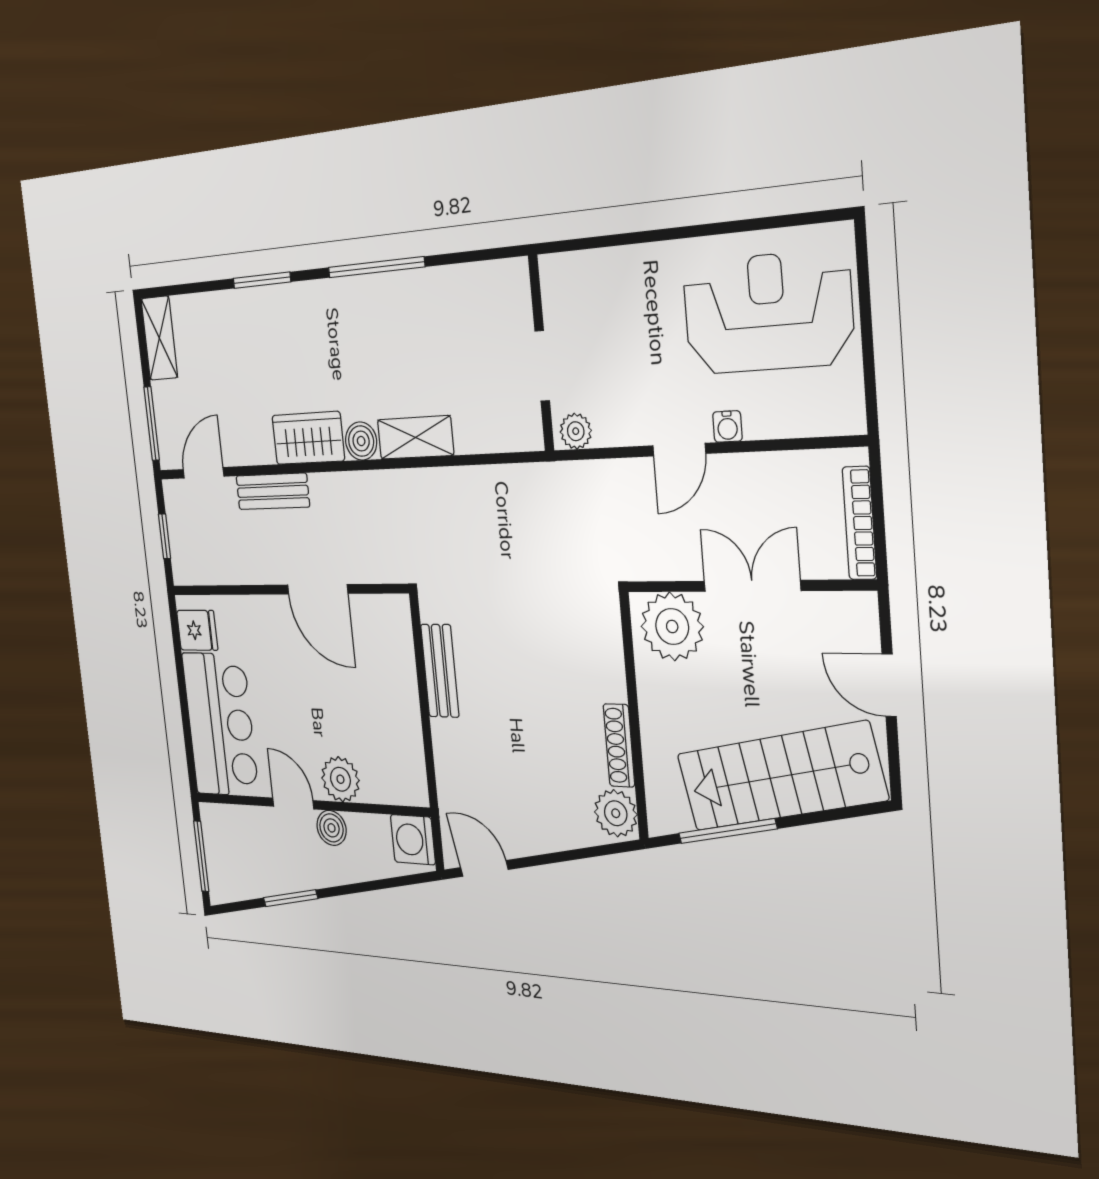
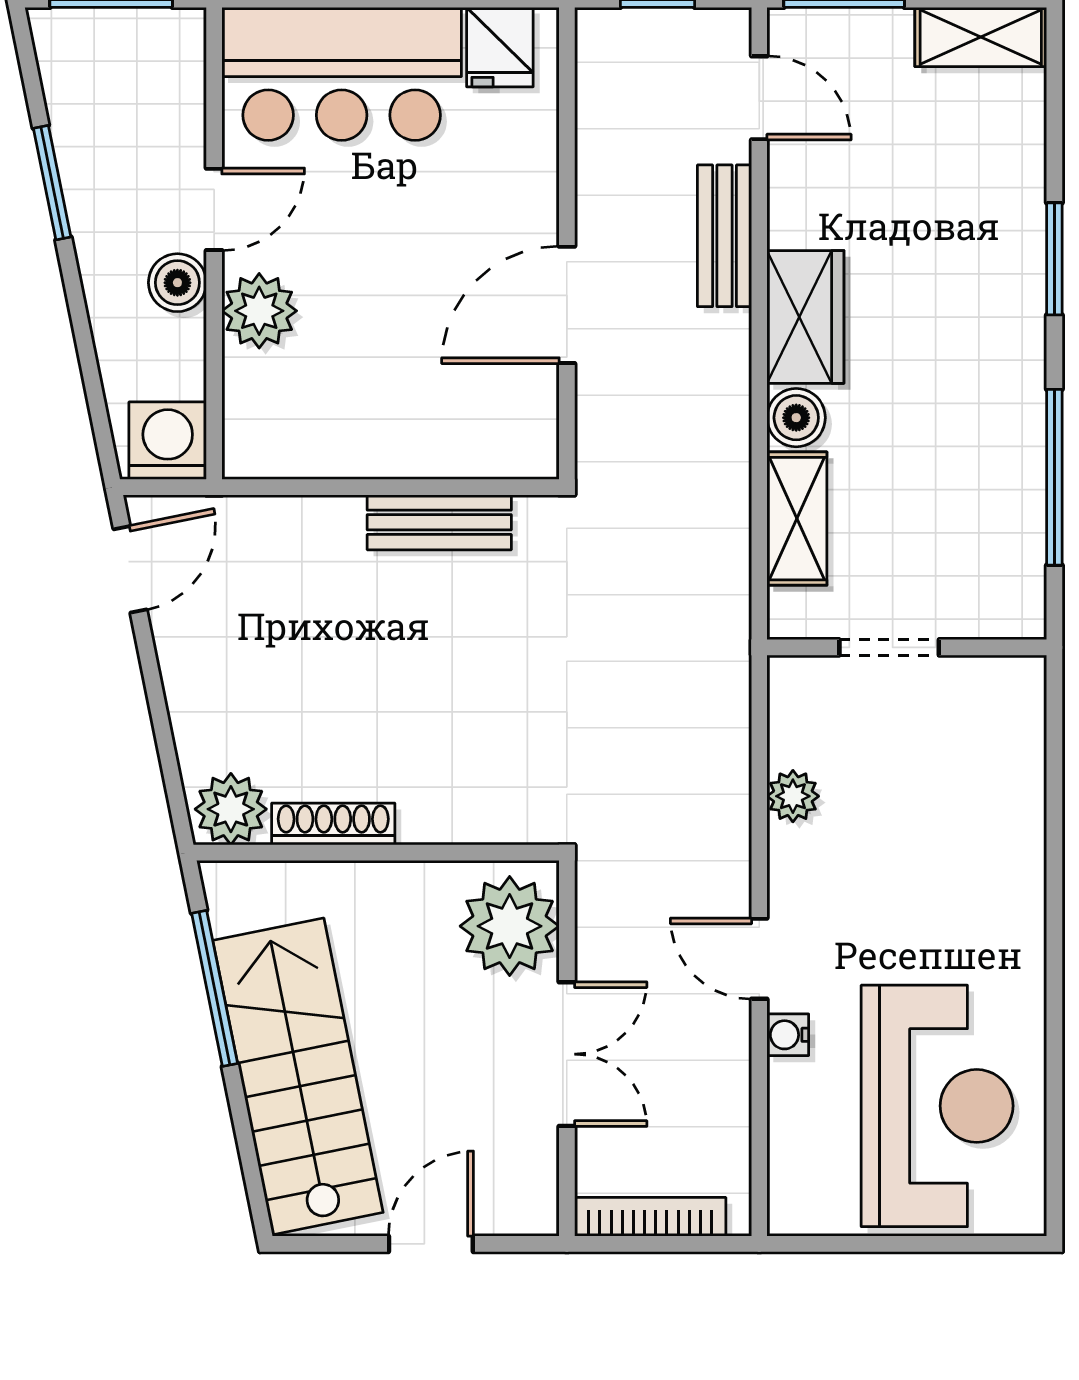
wall: (541, 354) -> (907, 647), moved
doorway: (542, 366) -> (889, 647), moved

